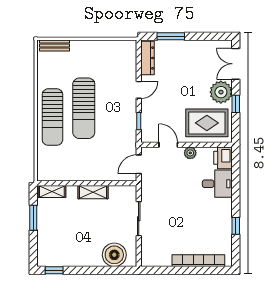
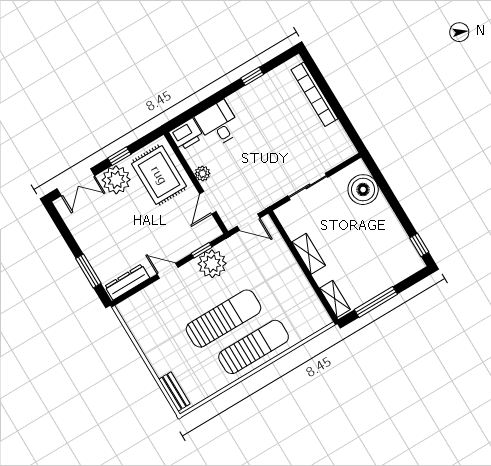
plant: (125, 123) -> (212, 264), added
window: (33, 218) -> (376, 302), width x1.44

